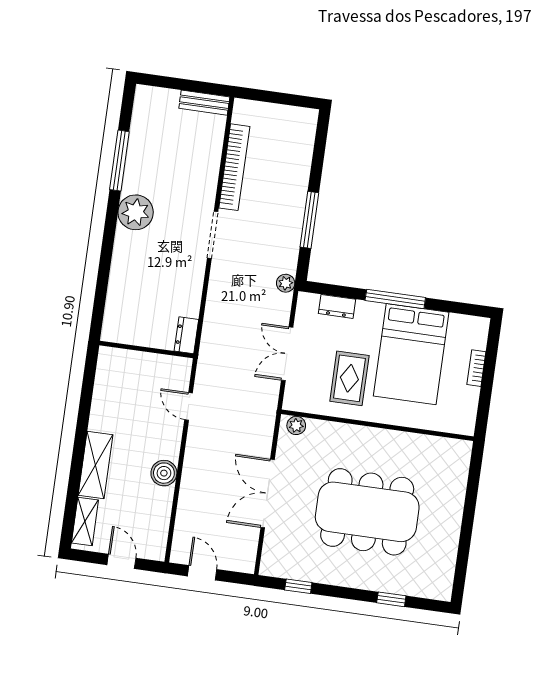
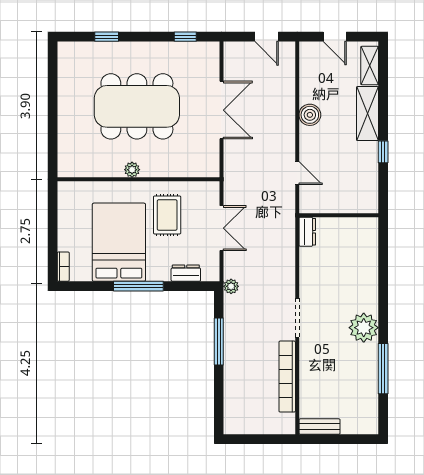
bookcase: (476, 368) -> (63, 267), moved
window: (83, 417) -> (383, 152), added
plant: (296, 425) -> (132, 170), moved

